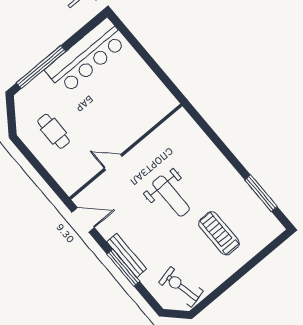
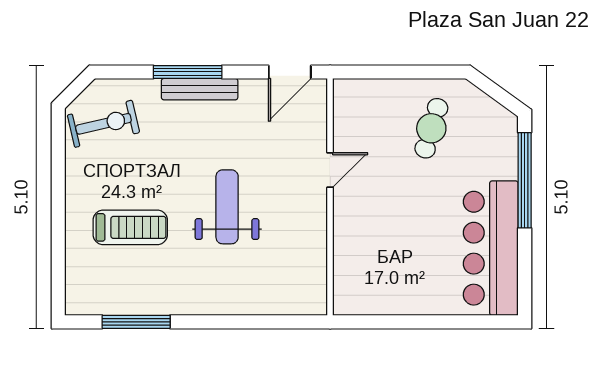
cafe table: (54, 131) -> (431, 128), turned -73
weight bench: (171, 196) -> (227, 207), turned 90

